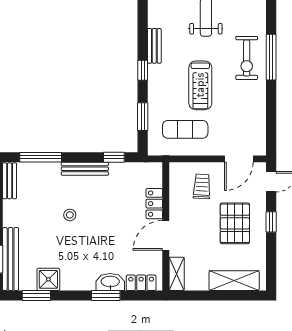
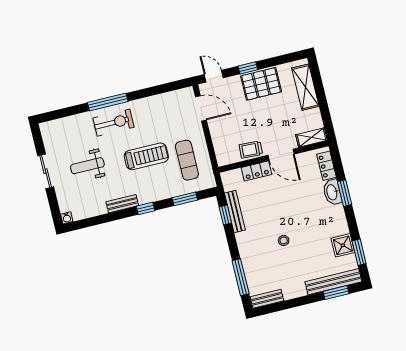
bench: (85, 169) -> (235, 212), moved
trolley: (202, 186) -> (251, 150), moved
pallet: (235, 223) -> (261, 84), moved

